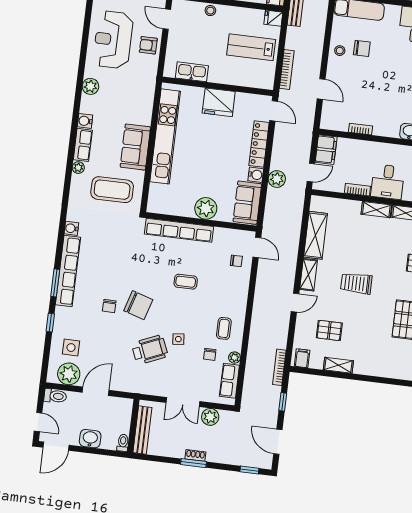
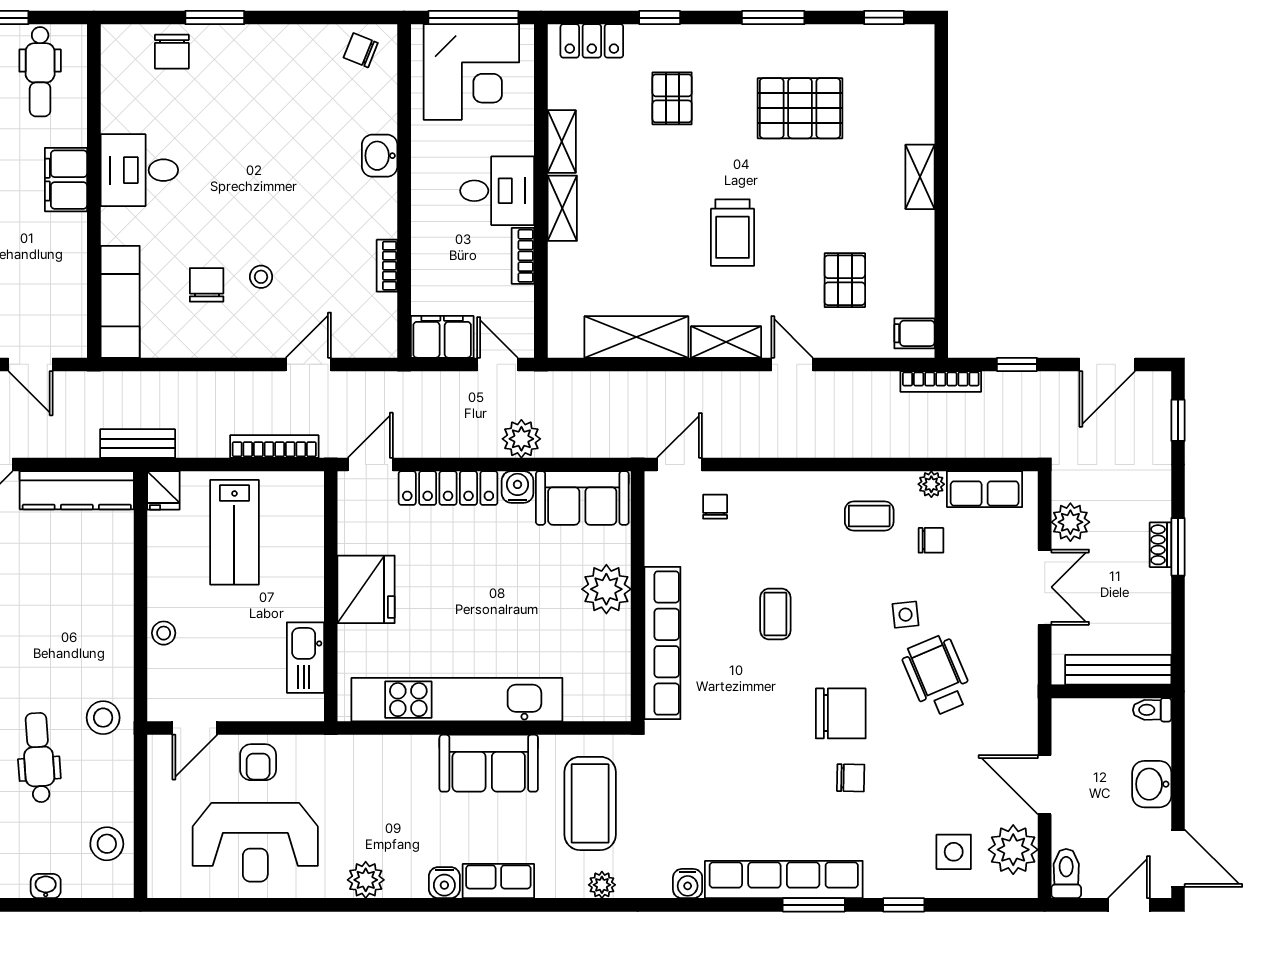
stool: (340, 51) -> (261, 277), moved
plant: (78, 168) -> (602, 885), moved
chair: (138, 305) -> (841, 713), turned 73
shelving: (338, 365) -> (920, 177), moved

